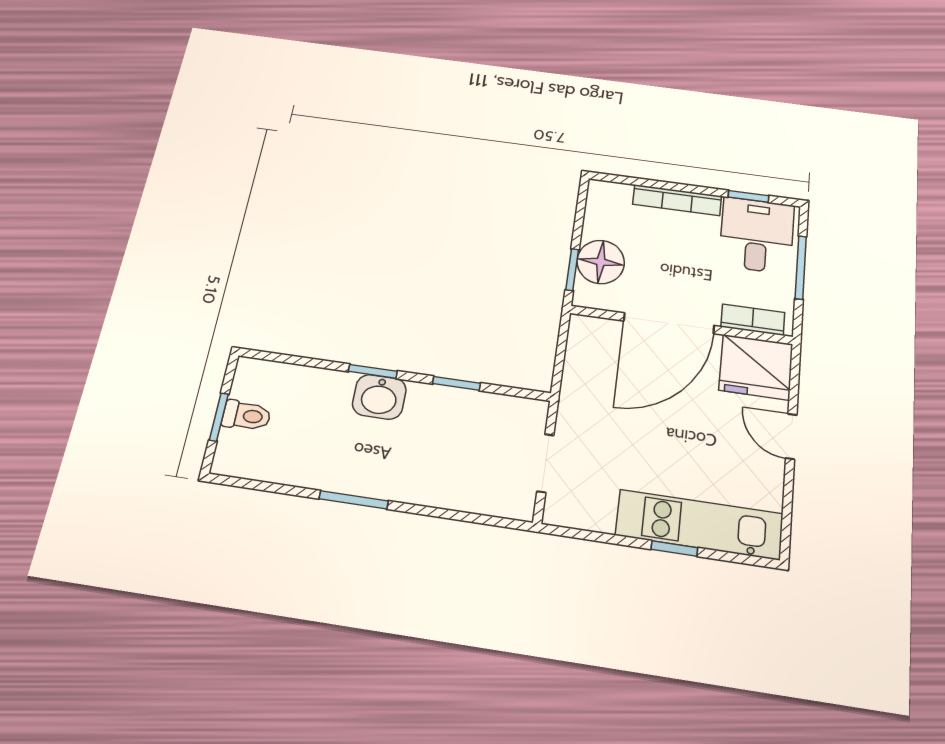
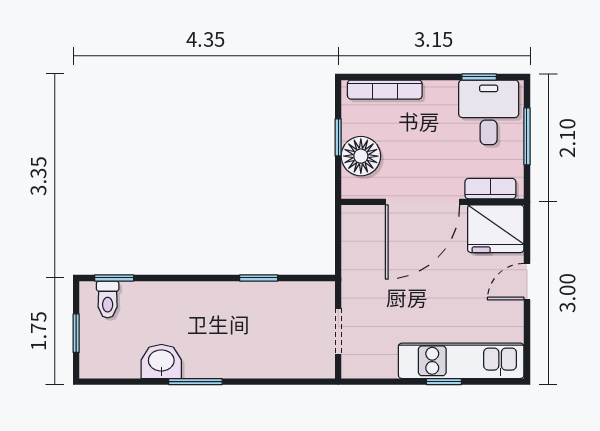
bookcase: (677, 200) -> (385, 90), moved
window: (572, 270) -> (338, 137), moved
window: (373, 371) -> (114, 278), moved
washbasin: (379, 397) -> (161, 361), moved, turned 180
toilet: (246, 416) -> (108, 299), moved, turned 90
door: (791, 436) -> (527, 282), hinge flipped

